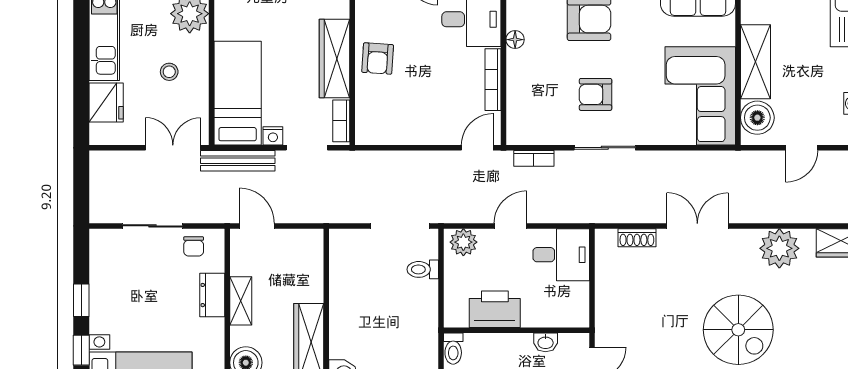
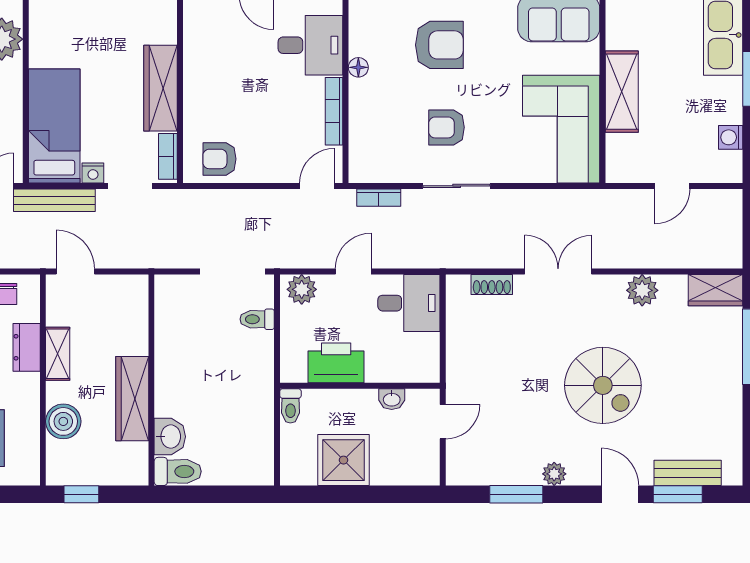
armchair: (378, 59) -> (220, 159), moved, turned 86
boiler: (757, 118) -> (624, 153), removed
plant: (779, 248) -> (642, 290), width x0.73, depth x0.73

